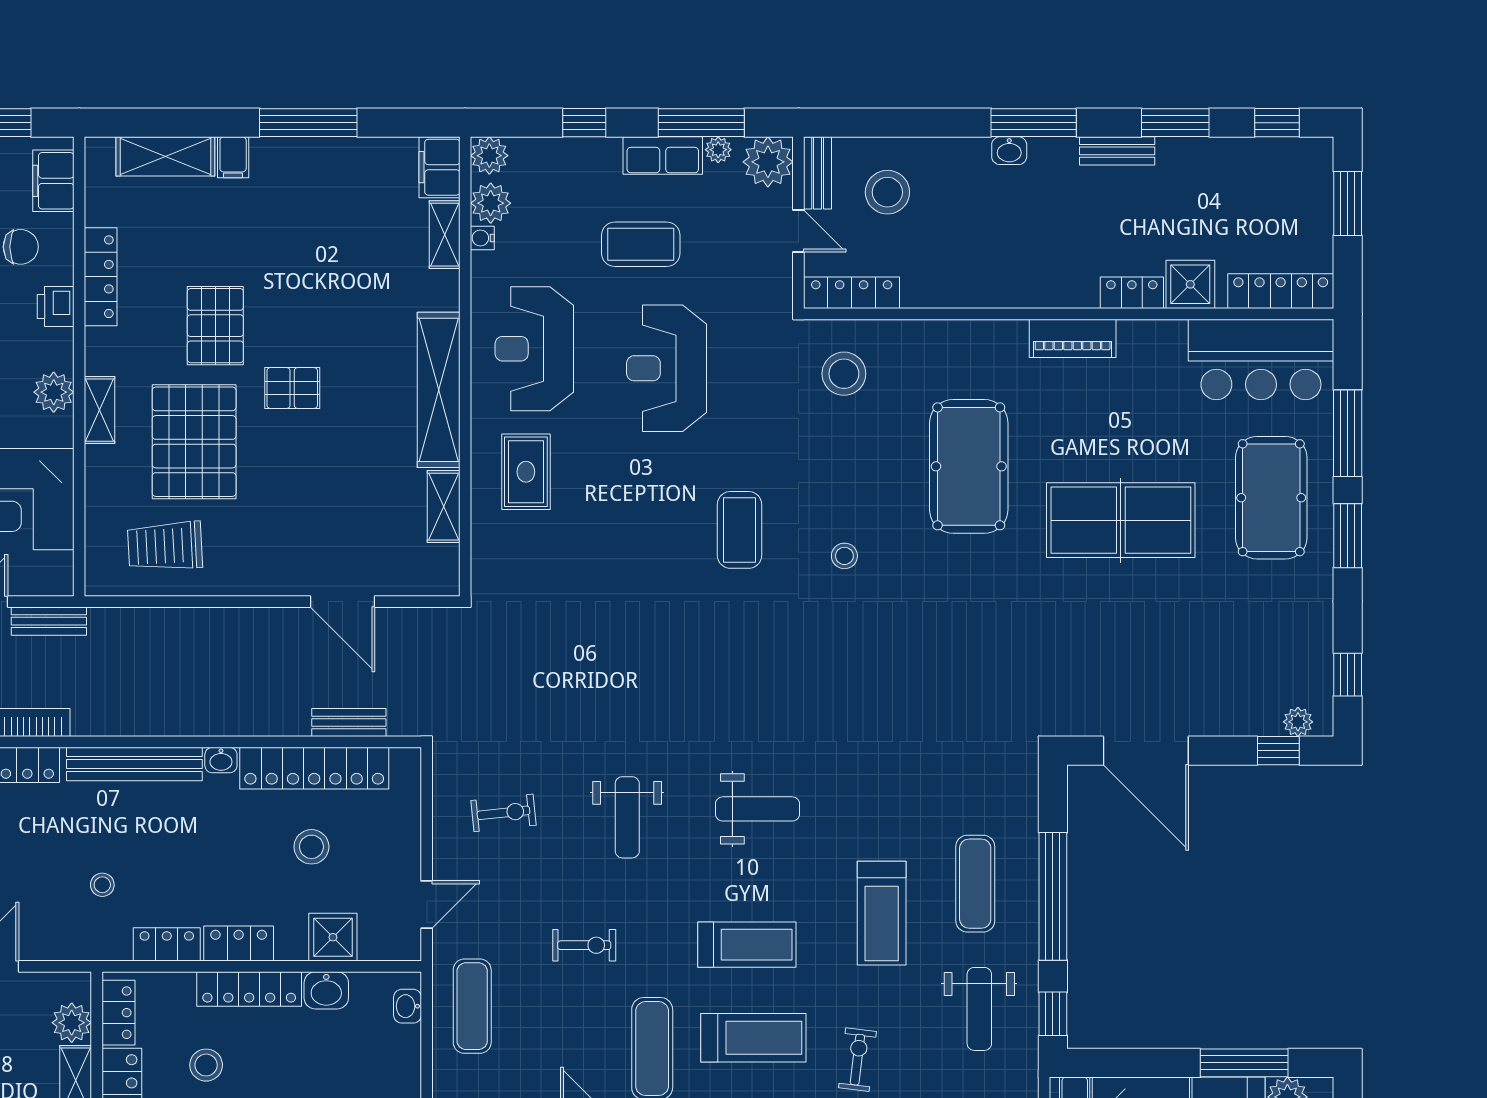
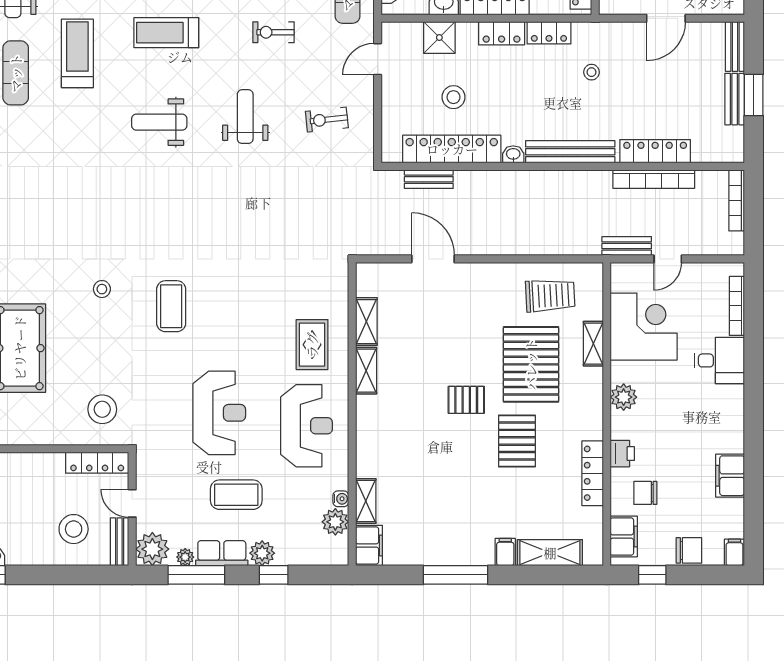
plant: (489, 156) -> (262, 553), moved
shelving: (439, 390) -> (366, 371), width x0.45, depth x0.75
shelving: (100, 410) -> (593, 344), moved

